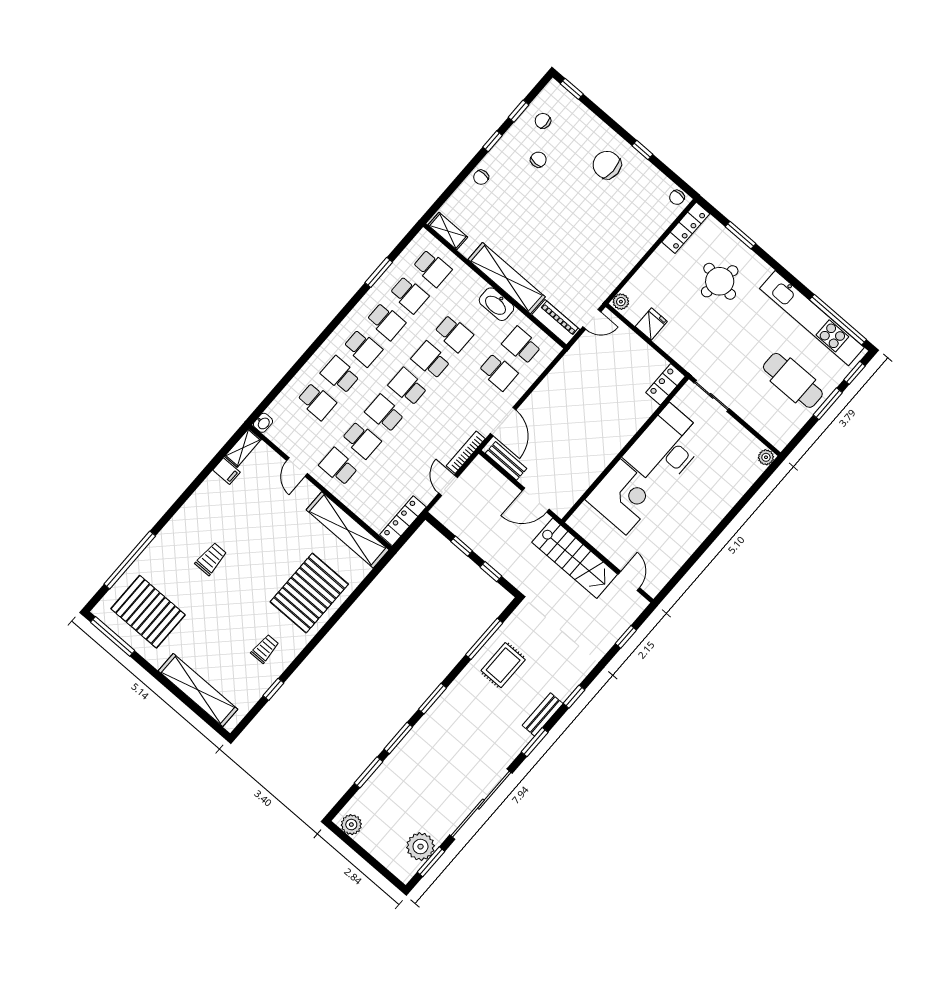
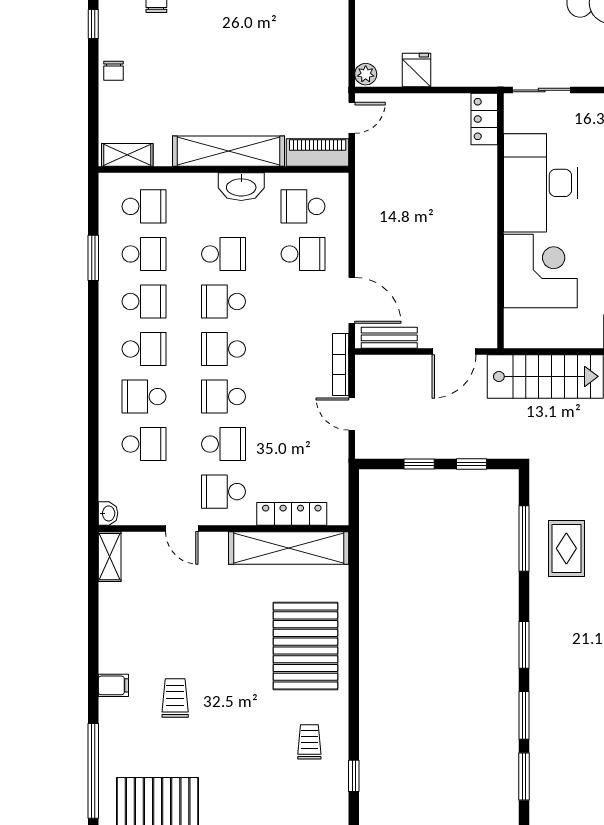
filing cabinet: (226, 471) -> (113, 685), moved
locker: (403, 521) -> (292, 514), moved, turned 90

